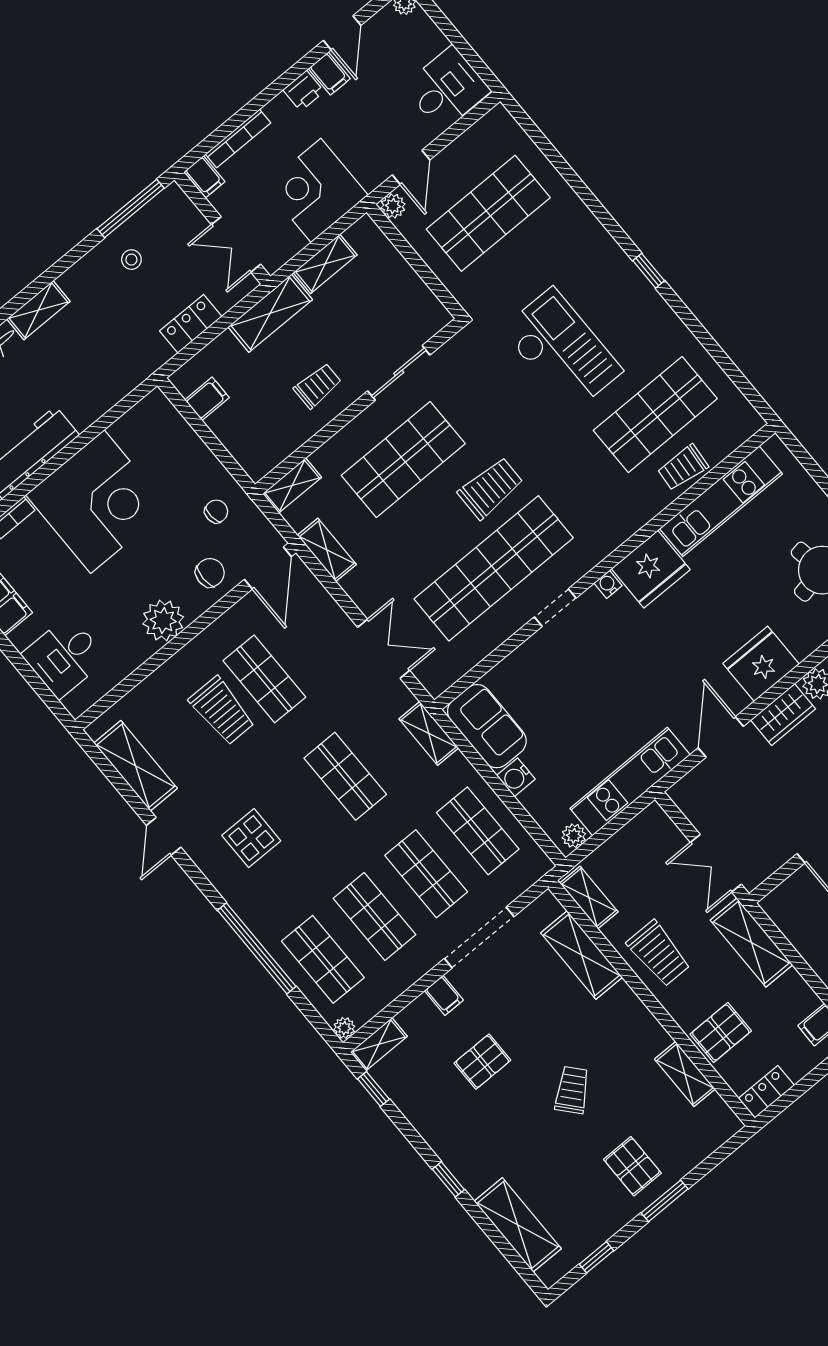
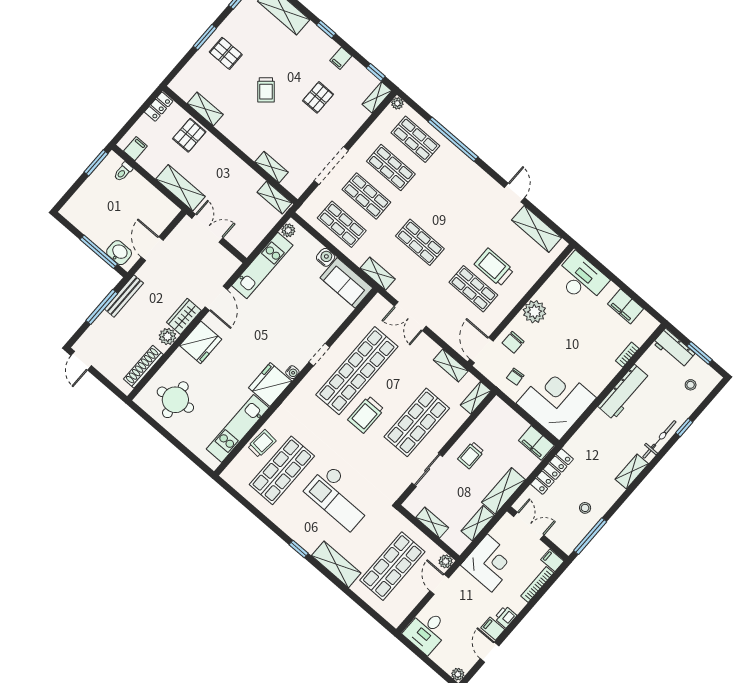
shelving: (587, 233) -> (336, 564), added
shelving: (405, 278) -> (432, 523), added
locker: (191, 324) -> (552, 472), width x1.53
filing cabinet: (207, 399) -> (536, 443), width x2.00
corner desk: (97, 502) -> (556, 401), moved, turned 90
desk: (64, 657) -> (581, 279), width x1.37
display table: (251, 838) -> (466, 200), removed
trolley: (659, 953) -> (231, 173), removed
shelving: (582, 955) -> (271, 167), width x0.67, depth x0.75
filing cabinet: (444, 995) -> (341, 58), moved, turned -90

